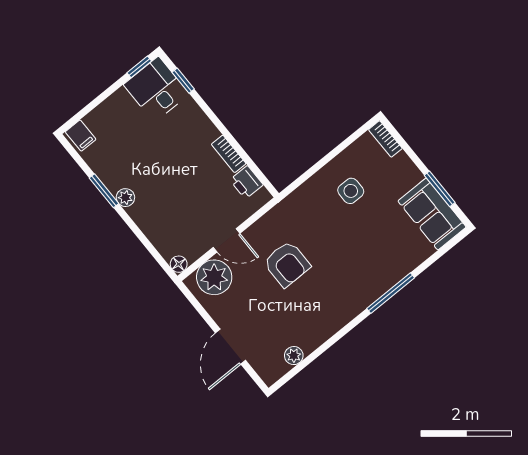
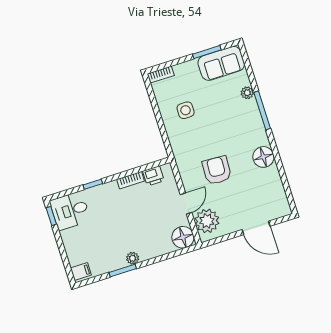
window: (183, 81) -> (93, 184), moved
floor lamp: (179, 264) -> (183, 237), width x1.89, depth x1.89
armchair: (287, 264) -> (217, 170), turned -87
floor lamp: (329, 319) -> (263, 157), added
plant: (294, 356) -> (247, 93), moved

